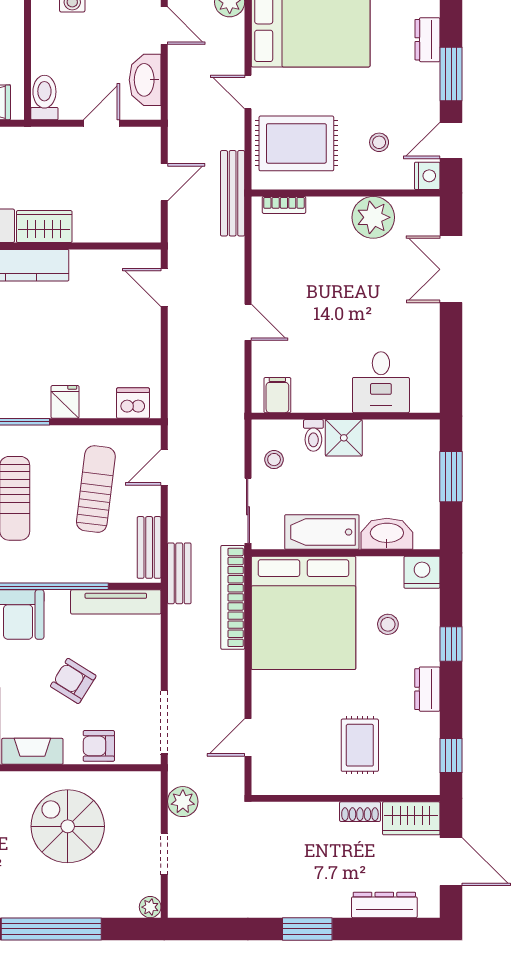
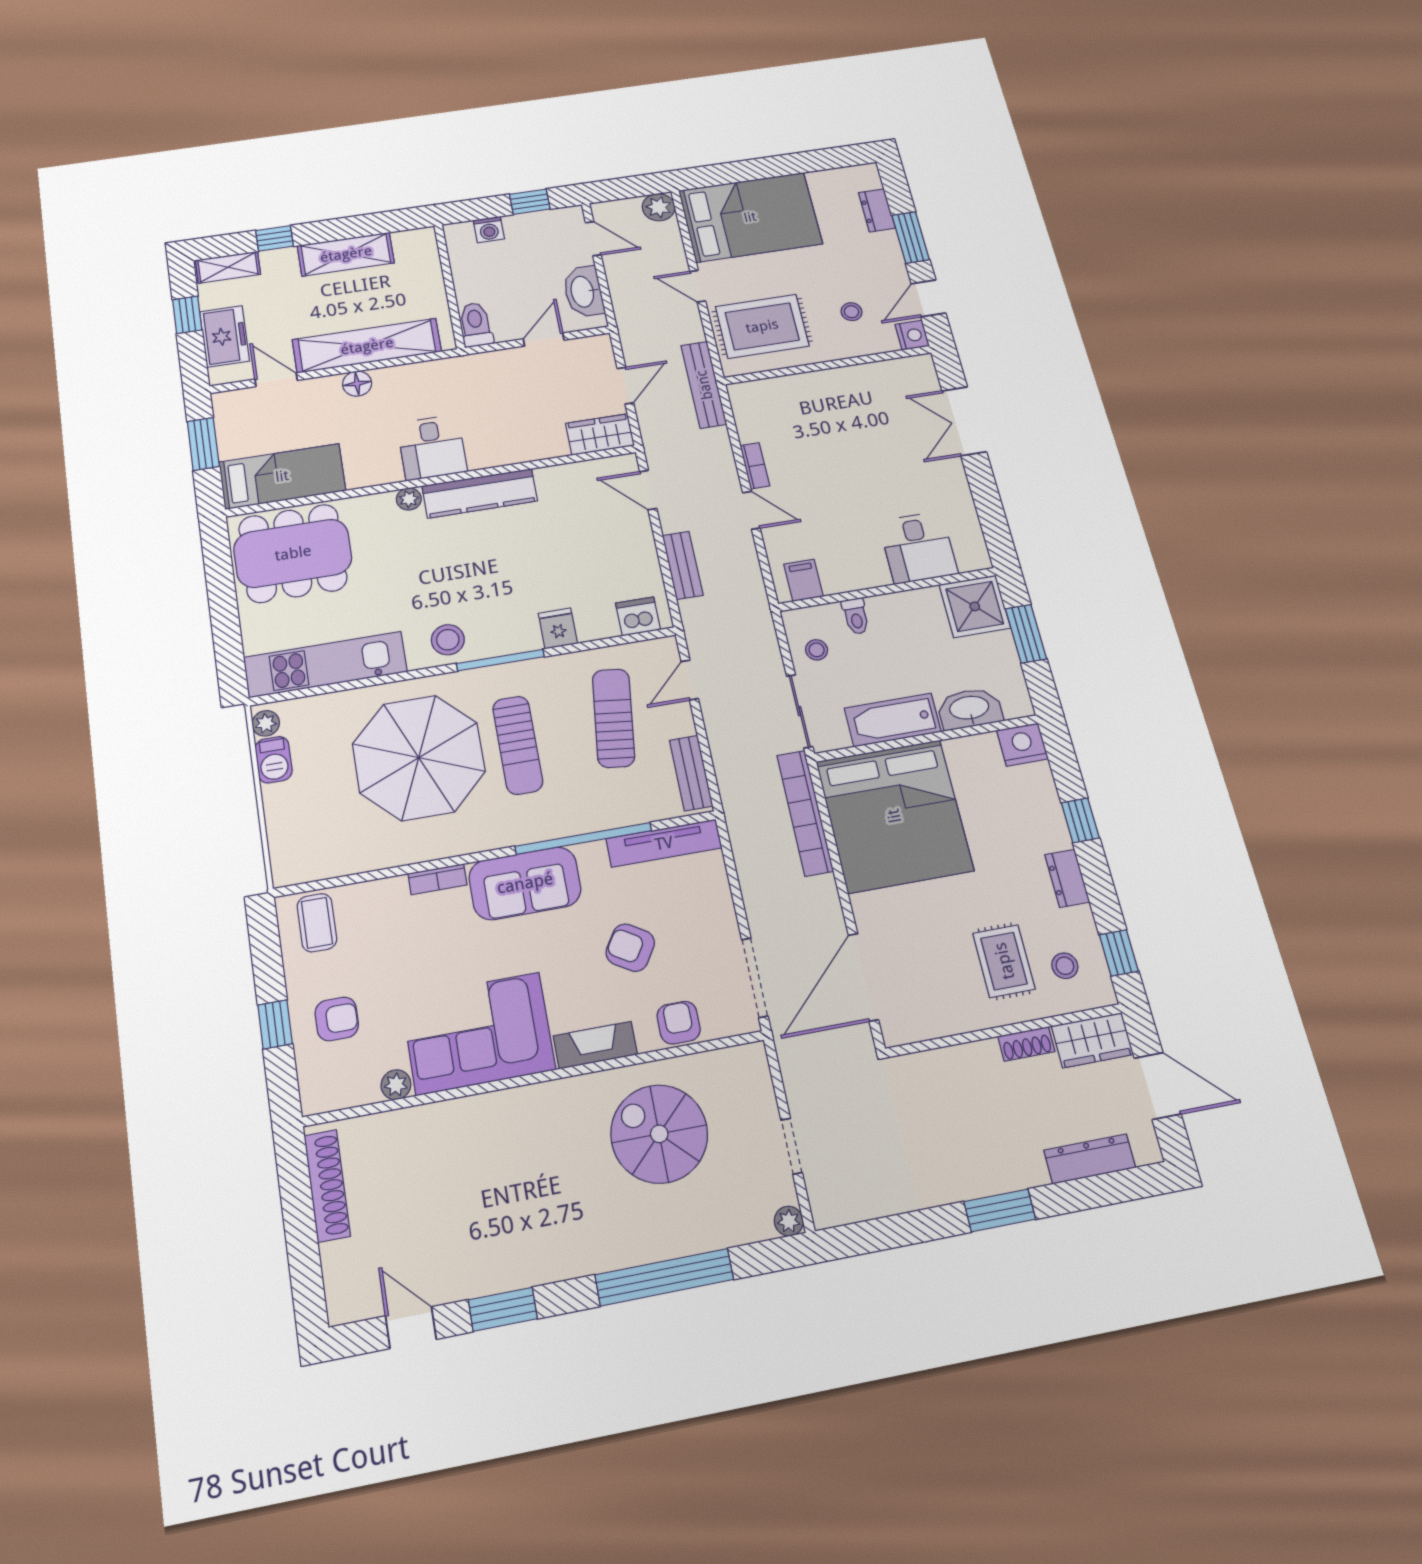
bookcase: (284, 205) -> (755, 466), moved, turned -90
plant: (373, 217) -> (865, 384), removed
wardrobe: (44, 227) -> (600, 434), moved
shower: (344, 438) -> (975, 606), moved, width x1.36, depth x1.36
bench: (179, 573) -> (683, 565), moved
stool: (388, 624) -> (1065, 966), moved
door: (248, 737) -> (863, 977), width x1.87
armchair: (99, 746) -> (679, 1023), turned 90
plant: (183, 802) -> (800, 1073), removed

